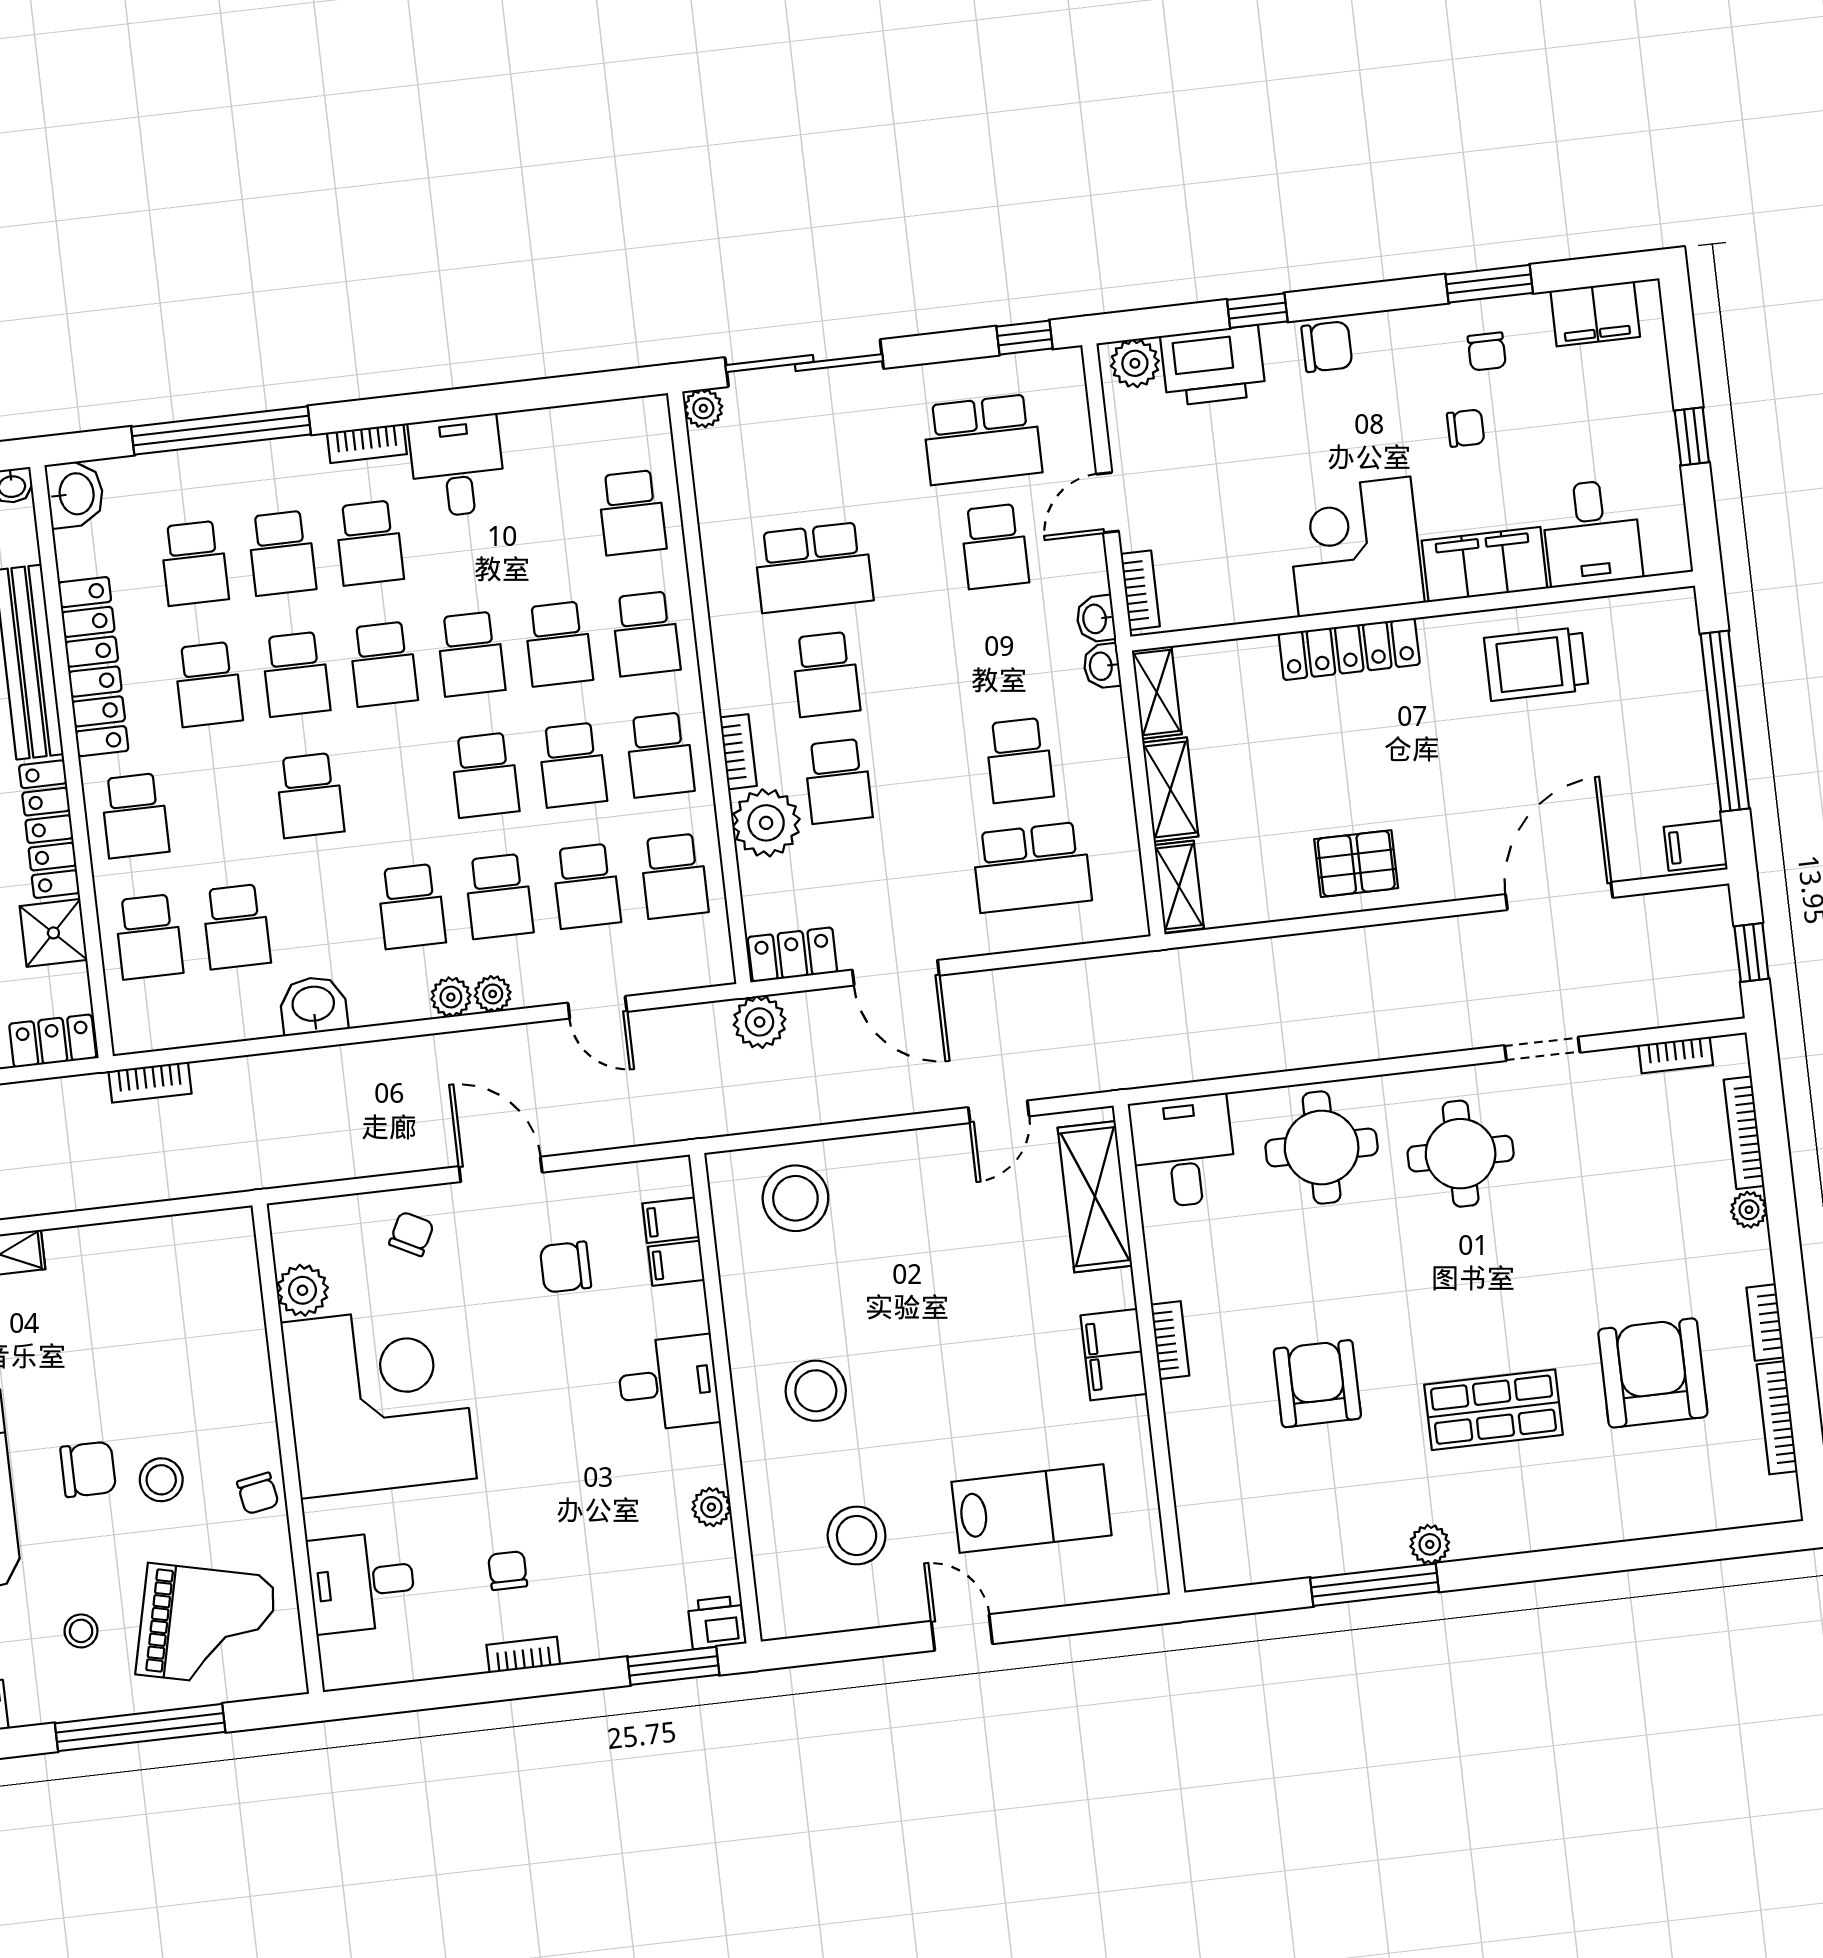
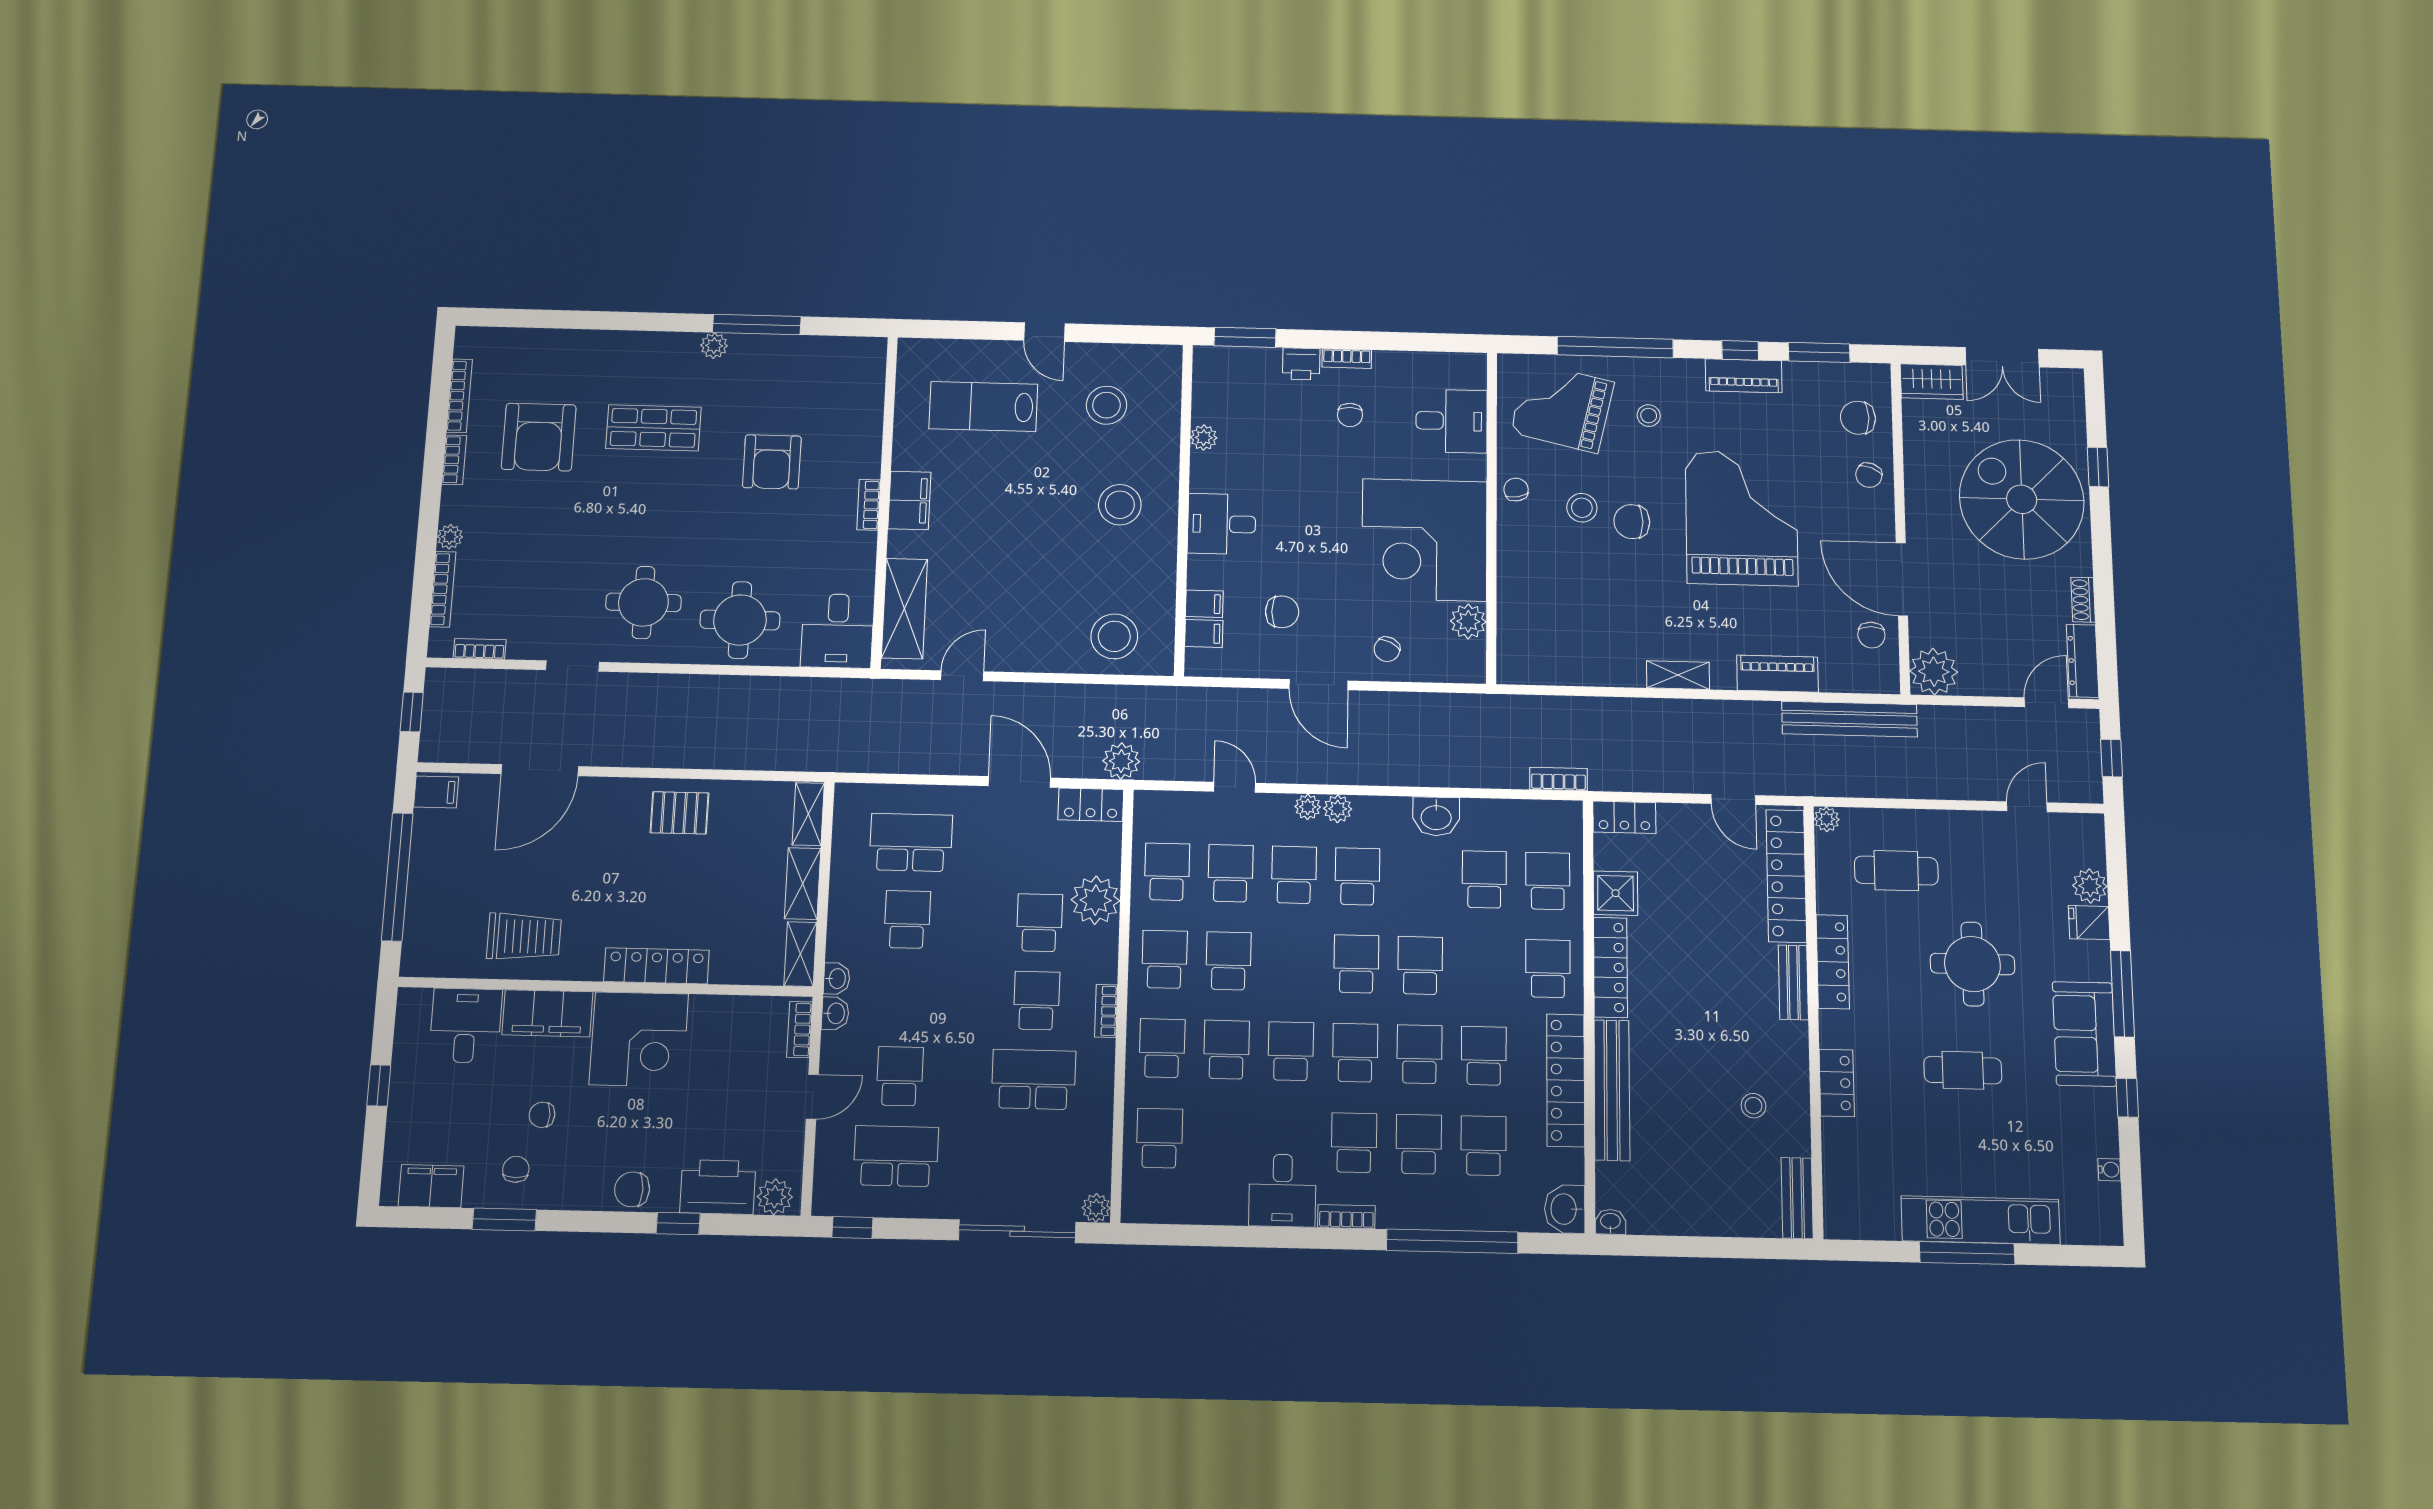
bookcase: (738, 752) -> (1106, 1011), moved
school desk: (485, 775) -> (1356, 964), moved
printer: (716, 1622) -> (1301, 364), moved

